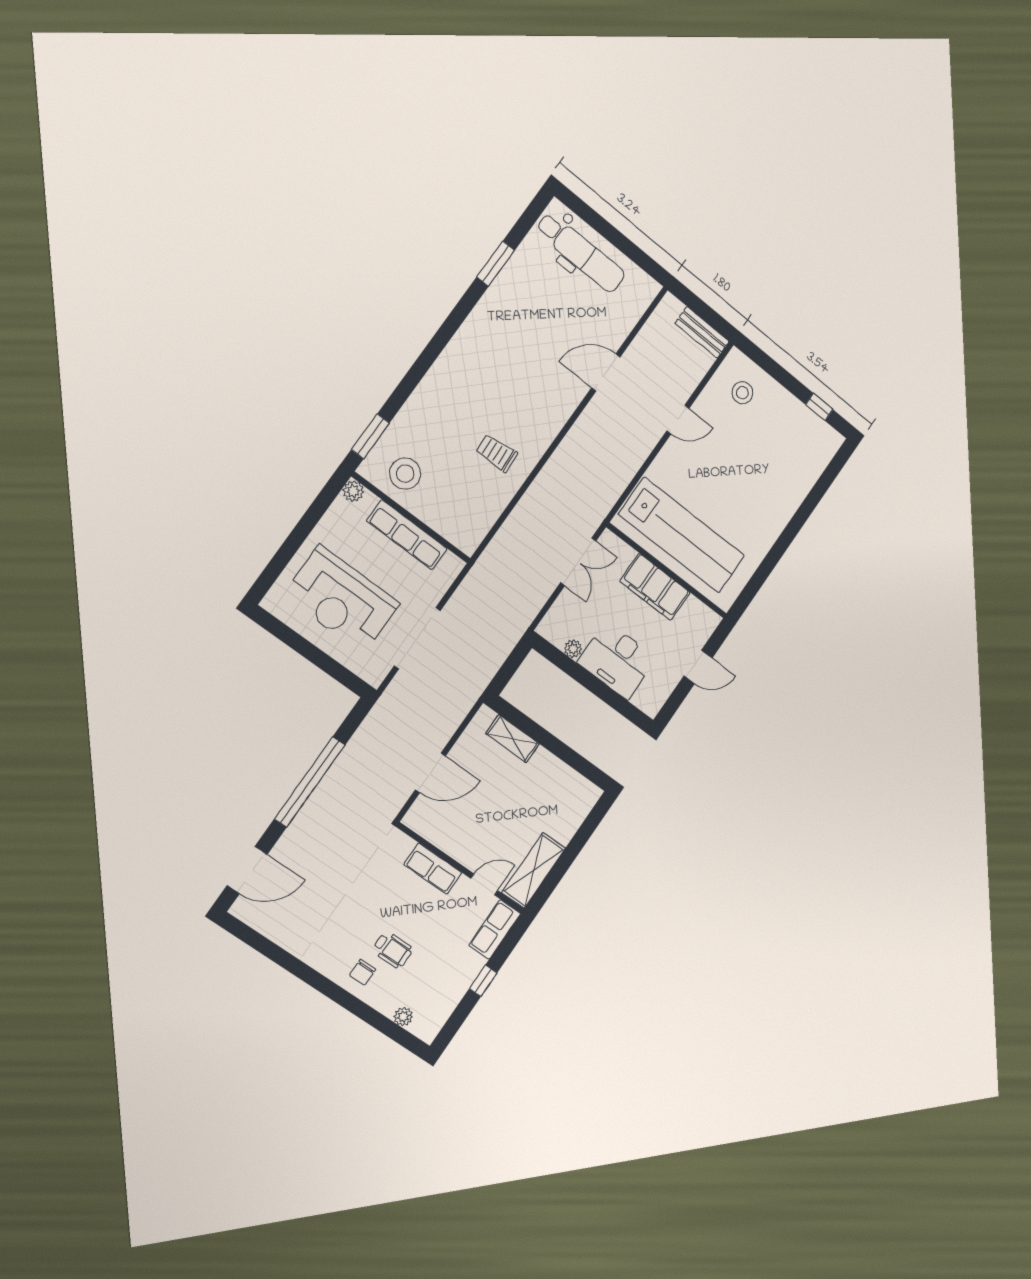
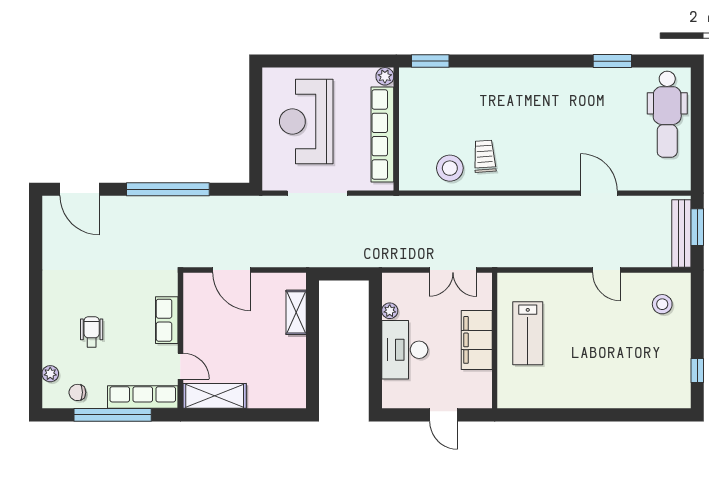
window: (699, 307) -> (697, 227), added
bench: (702, 332) -> (681, 234), width x1.36
stool: (405, 474) -> (450, 168), moved
row of seats: (407, 535) -> (382, 134), width x1.36
lab bench: (682, 535) -> (528, 333), width x0.54, depth x0.72
row of seats: (495, 929) -> (143, 397), width x1.48
wheelchair: (393, 950) -> (92, 332), turned 180
chair: (363, 972) -> (77, 392), moved
window: (483, 981) -> (113, 415), width x3.17

